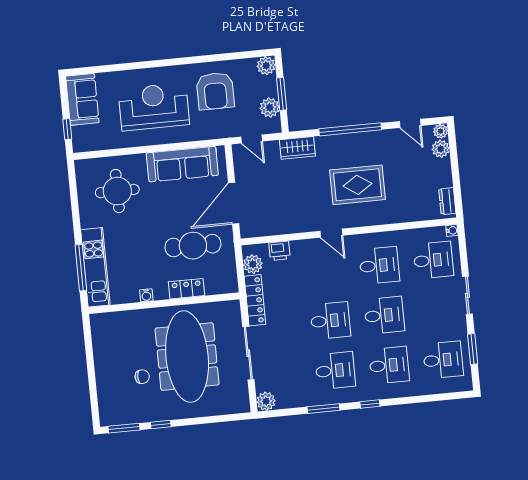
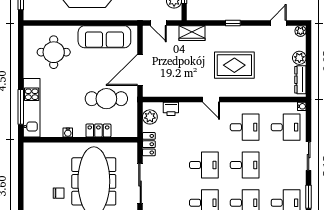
door: (410, 123) -> (278, 23), swing flipped
window: (350, 129) -> (233, 23), width x0.32
plant: (441, 149) -> (299, 58), moved
dresser: (447, 201) -> (300, 80), width x1.44
locker: (255, 300) -> (149, 144), width x0.66

